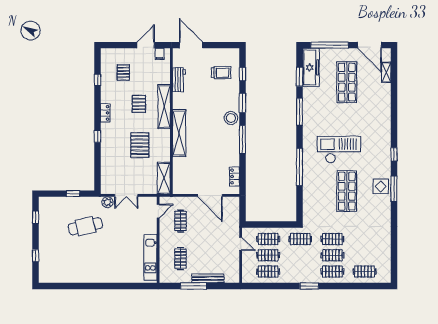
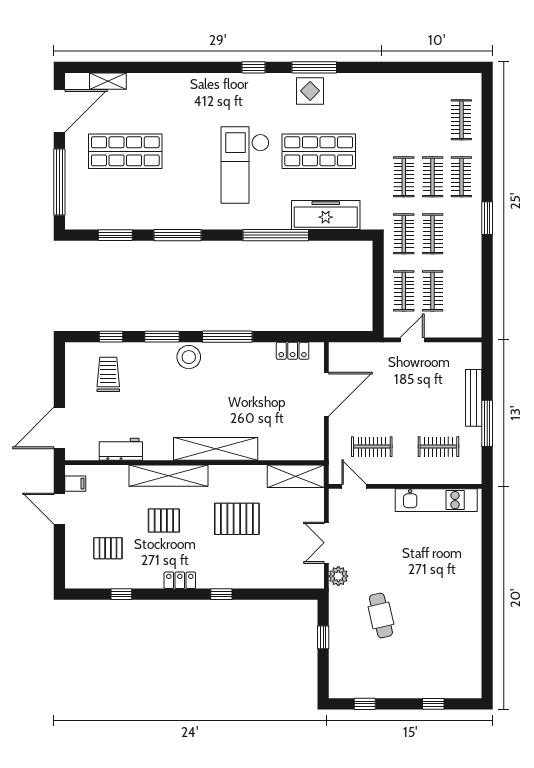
freezer: (311, 67) -> (326, 215), moved
double door: (126, 195) -> (326, 543), swing flipped
cafe table: (85, 226) -> (381, 615), width x0.73, depth x0.74
clothes rail: (268, 272) -> (433, 234), moved

